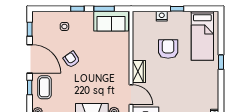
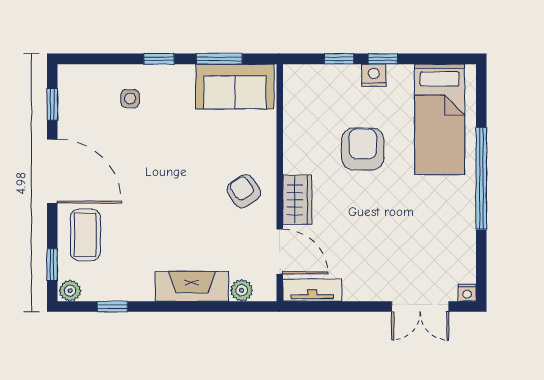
window: (158, 9) -> (339, 59), added
nightstand: (162, 16) -> (374, 75), moved
armchair: (71, 59) -> (244, 191), moved
window: (221, 62) -> (481, 178), width x3.17
window: (30, 87) -> (52, 265), moved

